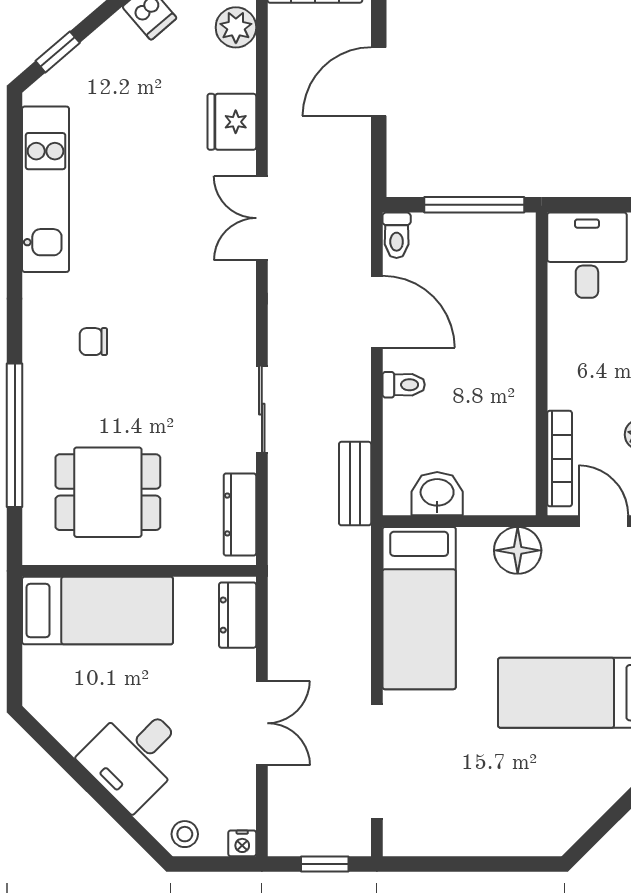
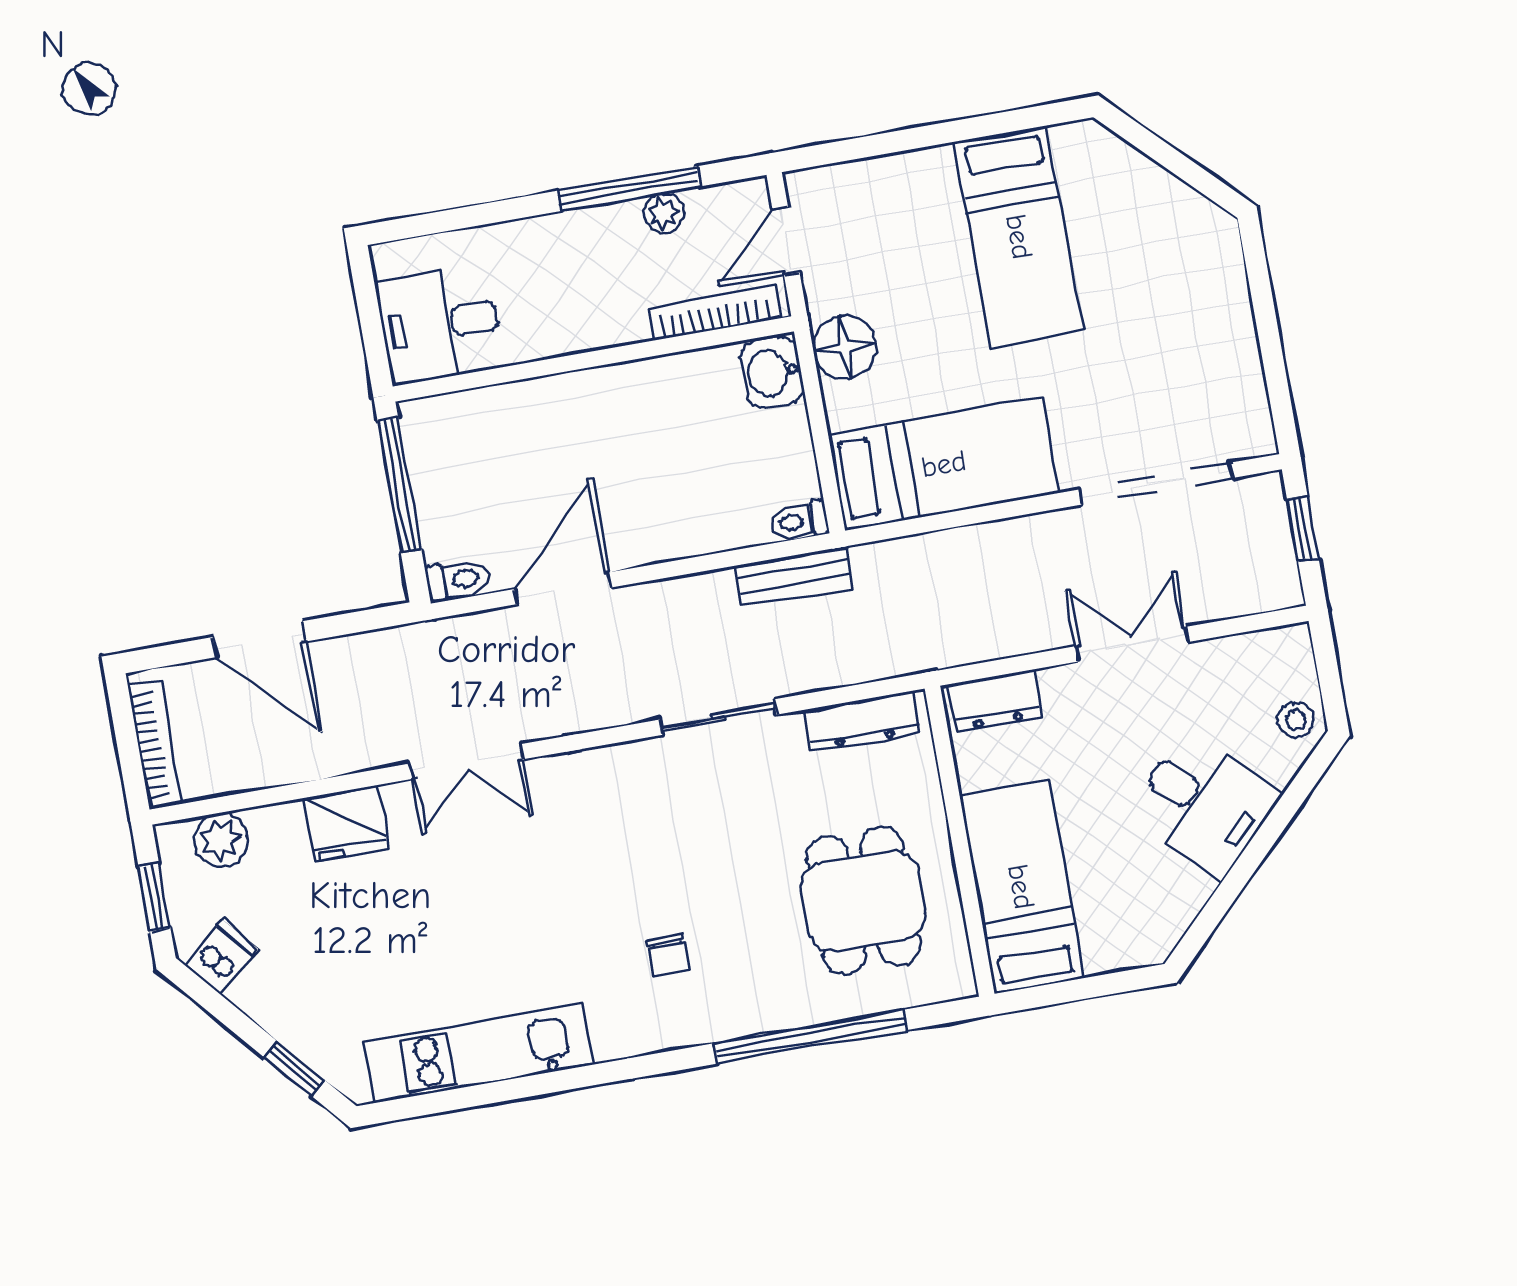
toilet: (404, 385) -> (799, 521), moved, turned -90
washbasin: (437, 494) -> (772, 373), moved
nightstand: (242, 843) -> (1295, 642), removed

